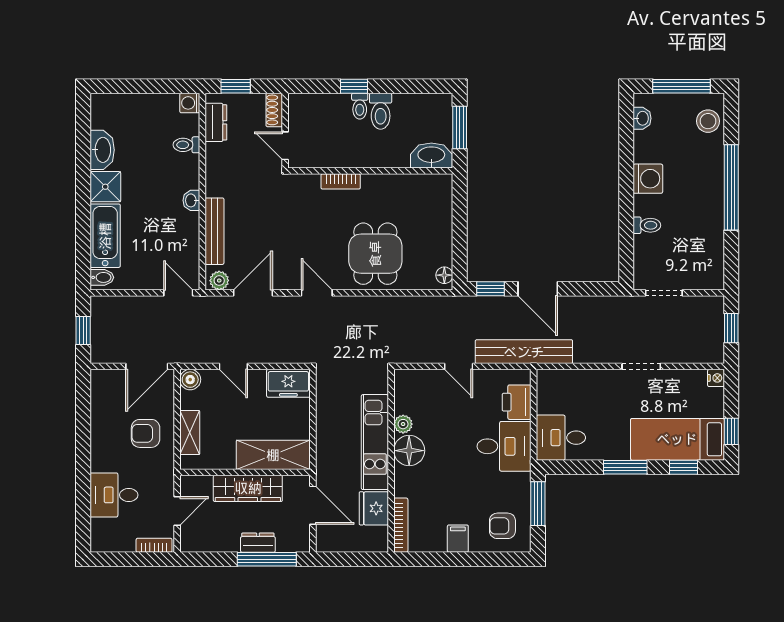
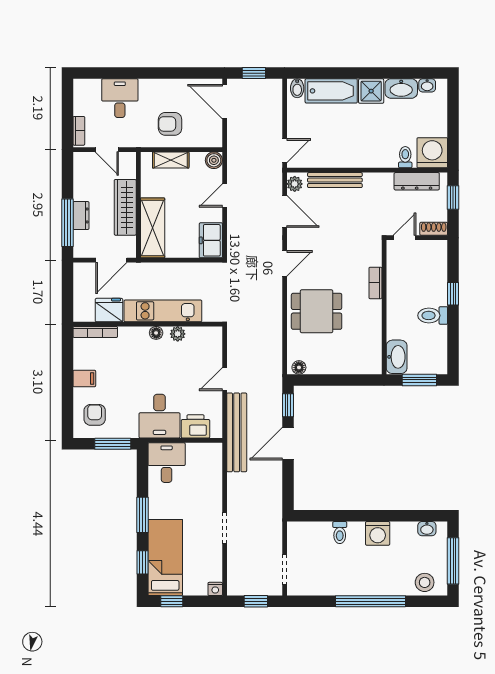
washing machine: (190, 103) -> (432, 153), width x1.89, depth x1.89
toilet: (360, 106) -> (437, 298), removed
dresser: (216, 122) -> (417, 181), width x1.44
washbasin: (191, 200) -> (427, 85), moved, turned 180
doorway: (664, 293) -> (285, 569), moved
door: (147, 366) -> (225, 102), moved
armchair: (146, 433) -> (170, 124), turned -90
floor lamp: (409, 451) -> (156, 333), width x0.53, depth x0.53

